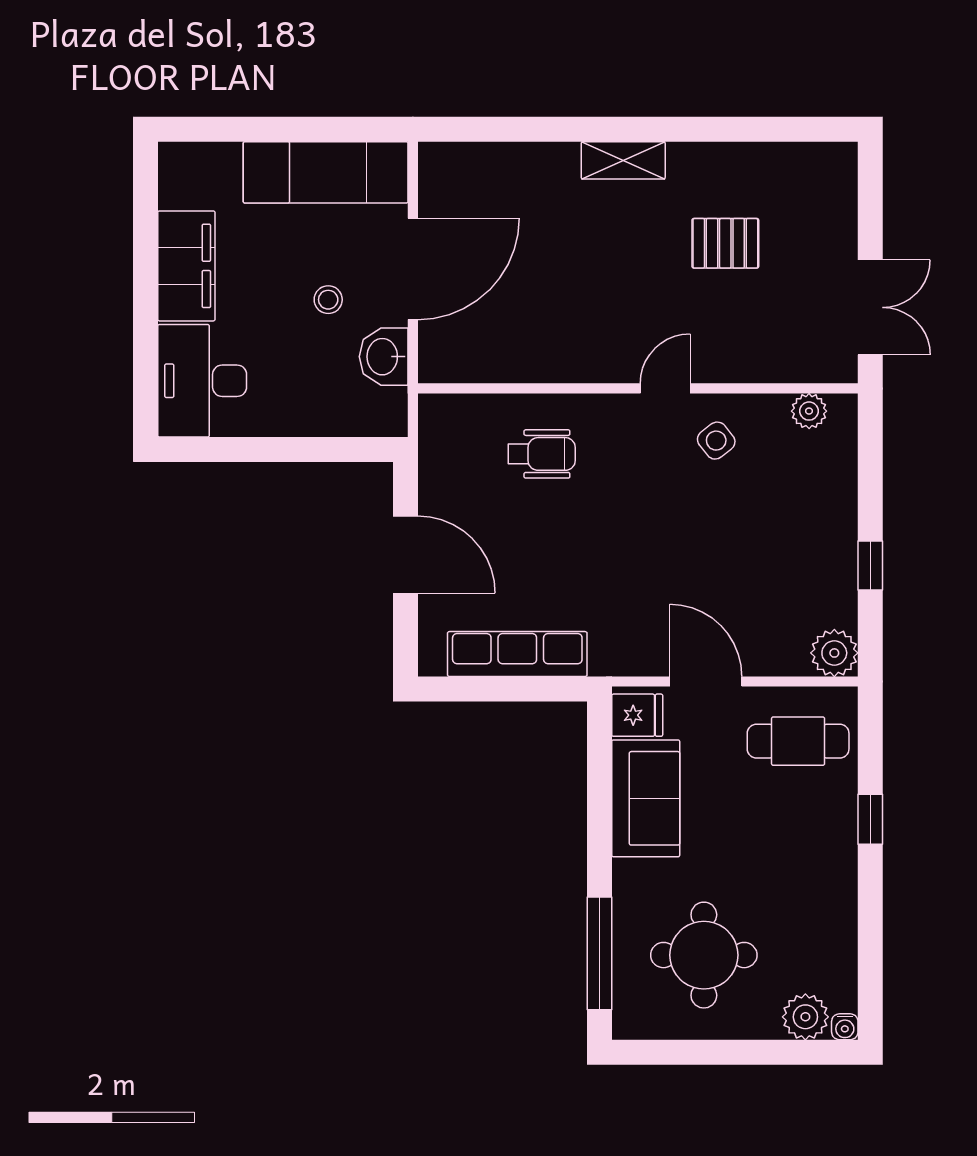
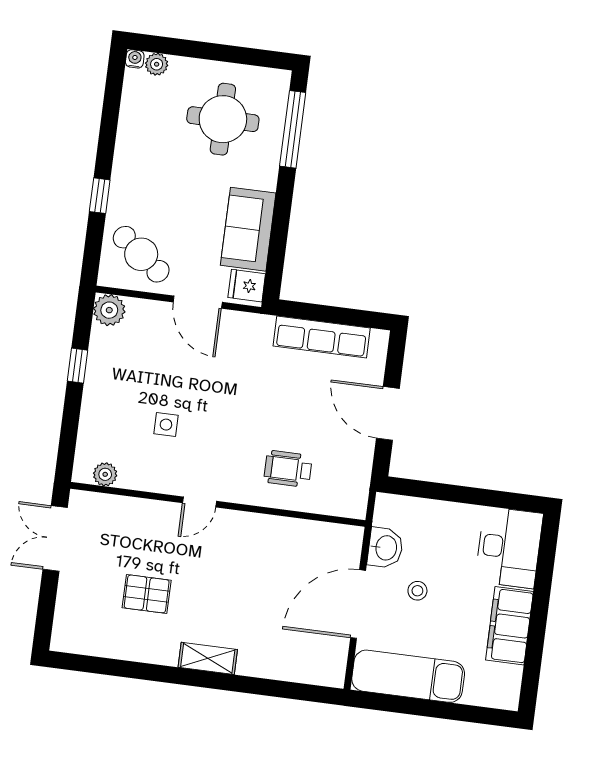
side table: (716, 441) -> (166, 425), moved, turned 38
cafe table: (798, 741) -> (141, 254), turned 38
plant: (805, 1017) -> (157, 64), width x0.73, depth x0.73

